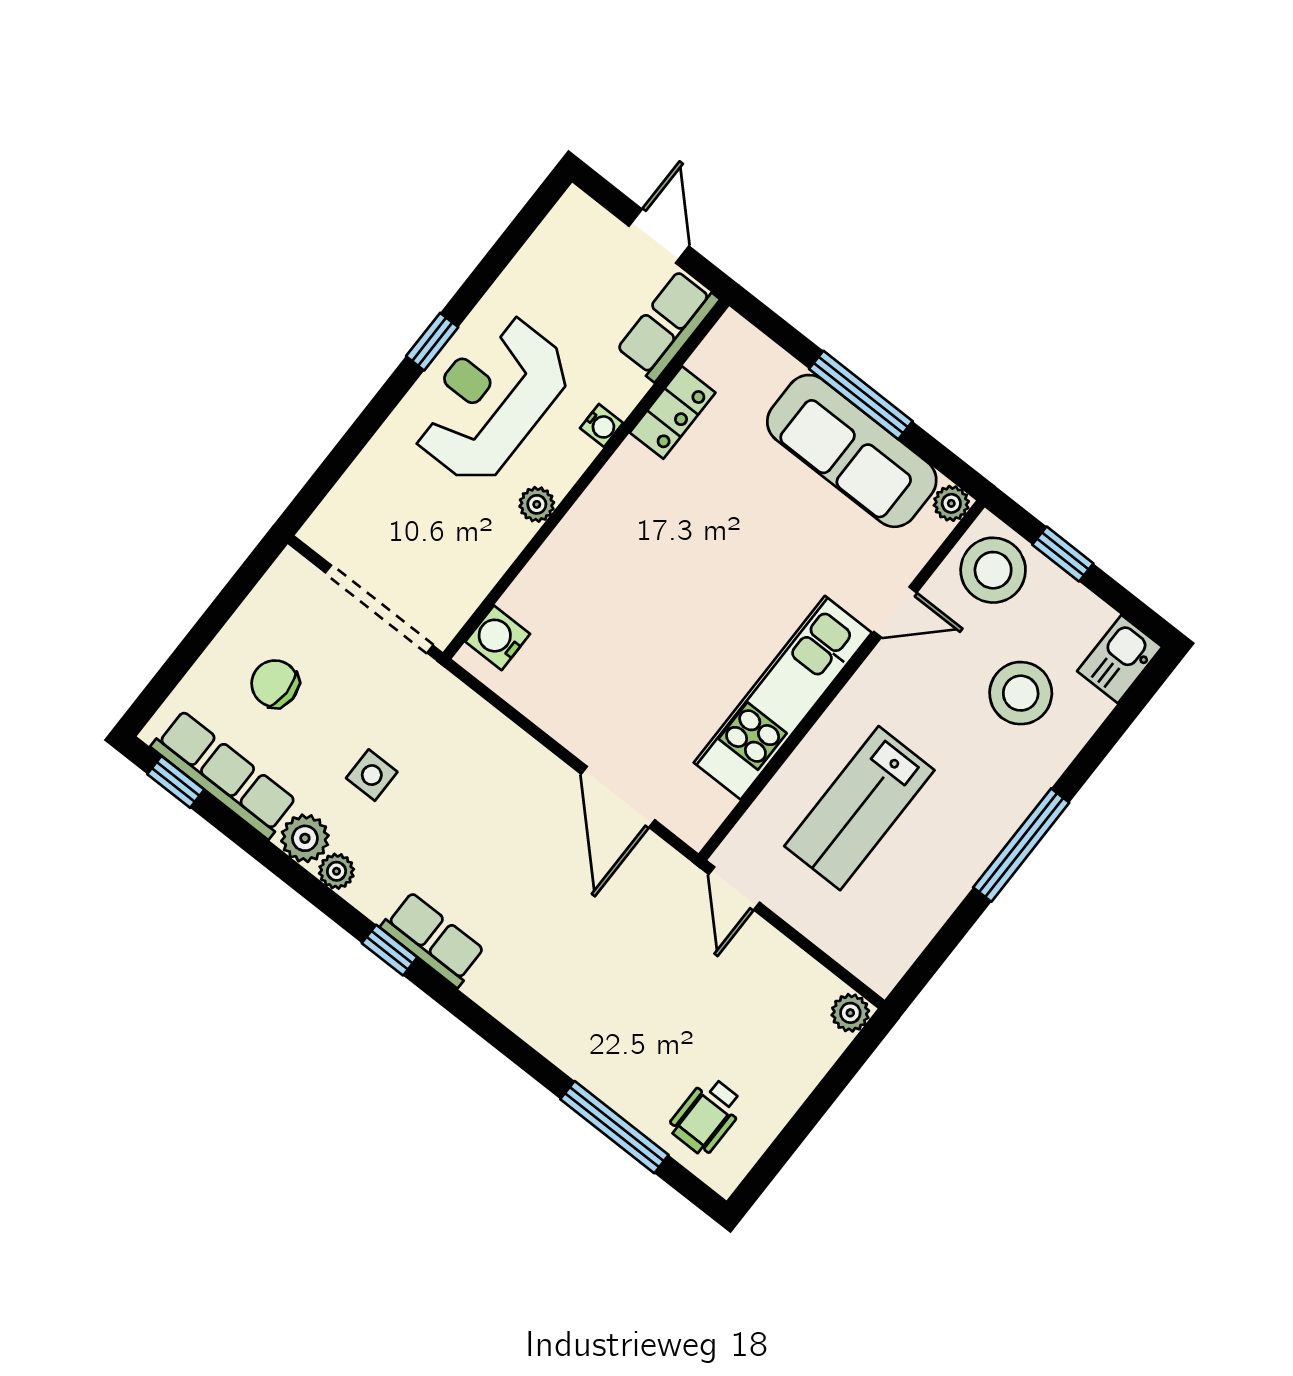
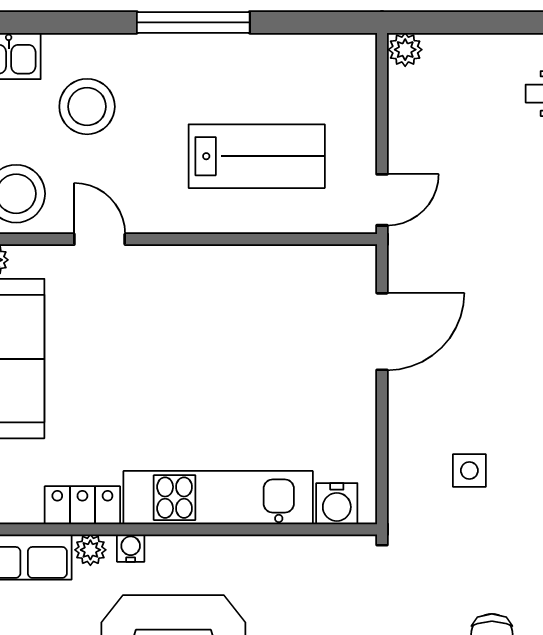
plant: (537, 504) -> (90, 550), moved
kitchen unit: (783, 698) -> (218, 498), moved, turned 180
side table: (372, 775) -> (469, 471), moved

